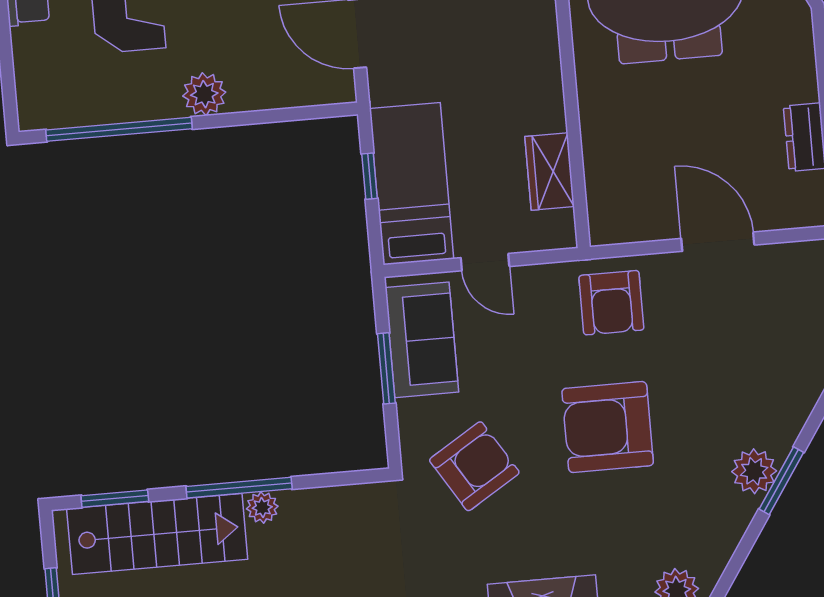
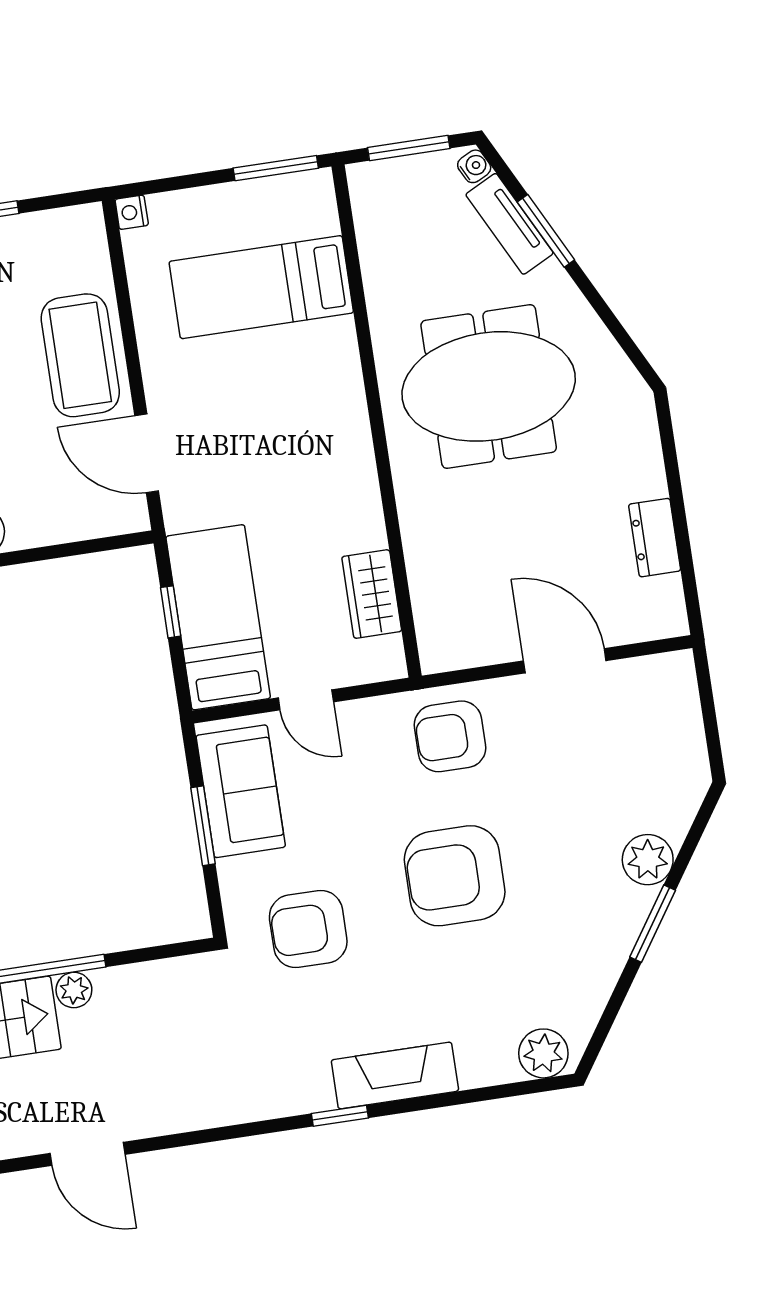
armchair: (611, 303) -> (450, 736), turned 90
armchair: (474, 466) -> (308, 929), turned -148
plant: (754, 471) -> (648, 860), moved

